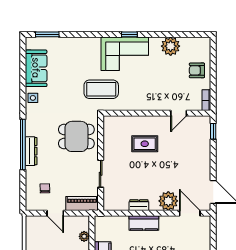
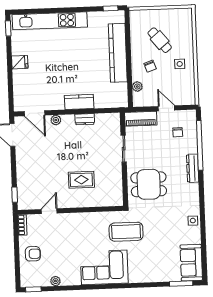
window: (129, 34) -> (33, 289), moved
plant: (171, 46) -> (55, 281), width x0.53, depth x0.53
sofa: (36, 68) -> (191, 263), moved
window: (23, 144) -> (200, 145), moved
plant: (168, 201) -> (56, 120), width x0.53, depth x0.53

